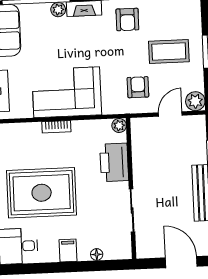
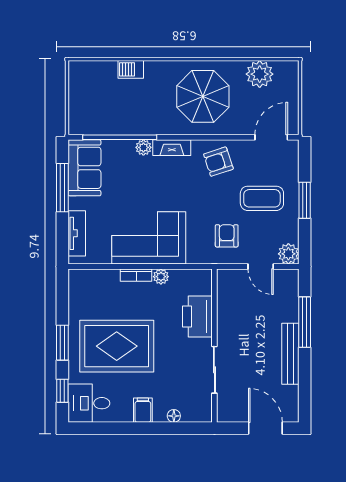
armchair: (127, 19) -> (218, 162), turned 72
door: (170, 114) -> (261, 267), swing flipped
plant: (119, 125) -> (161, 277), moved

